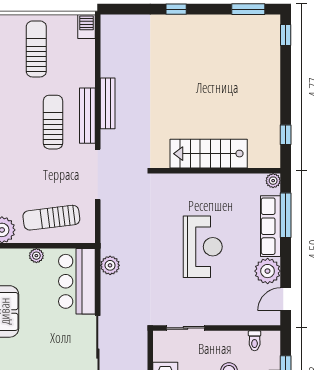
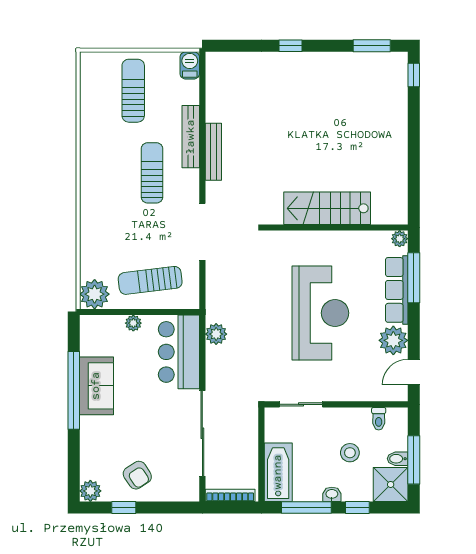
bench: (87, 116) -> (191, 137), moved
window: (286, 135) -> (414, 187), removed
reception desk: (203, 247) -> (320, 313), width x1.36, depth x1.30

